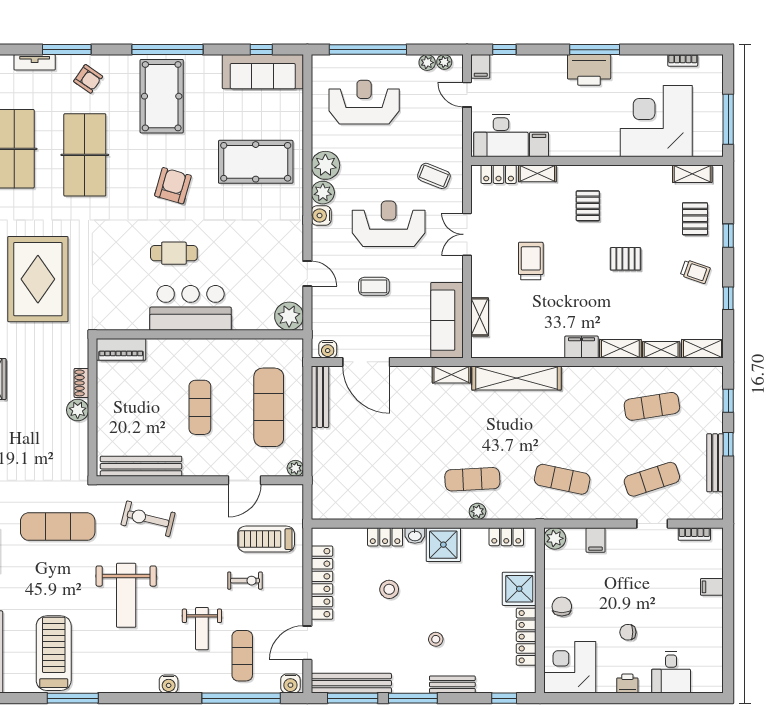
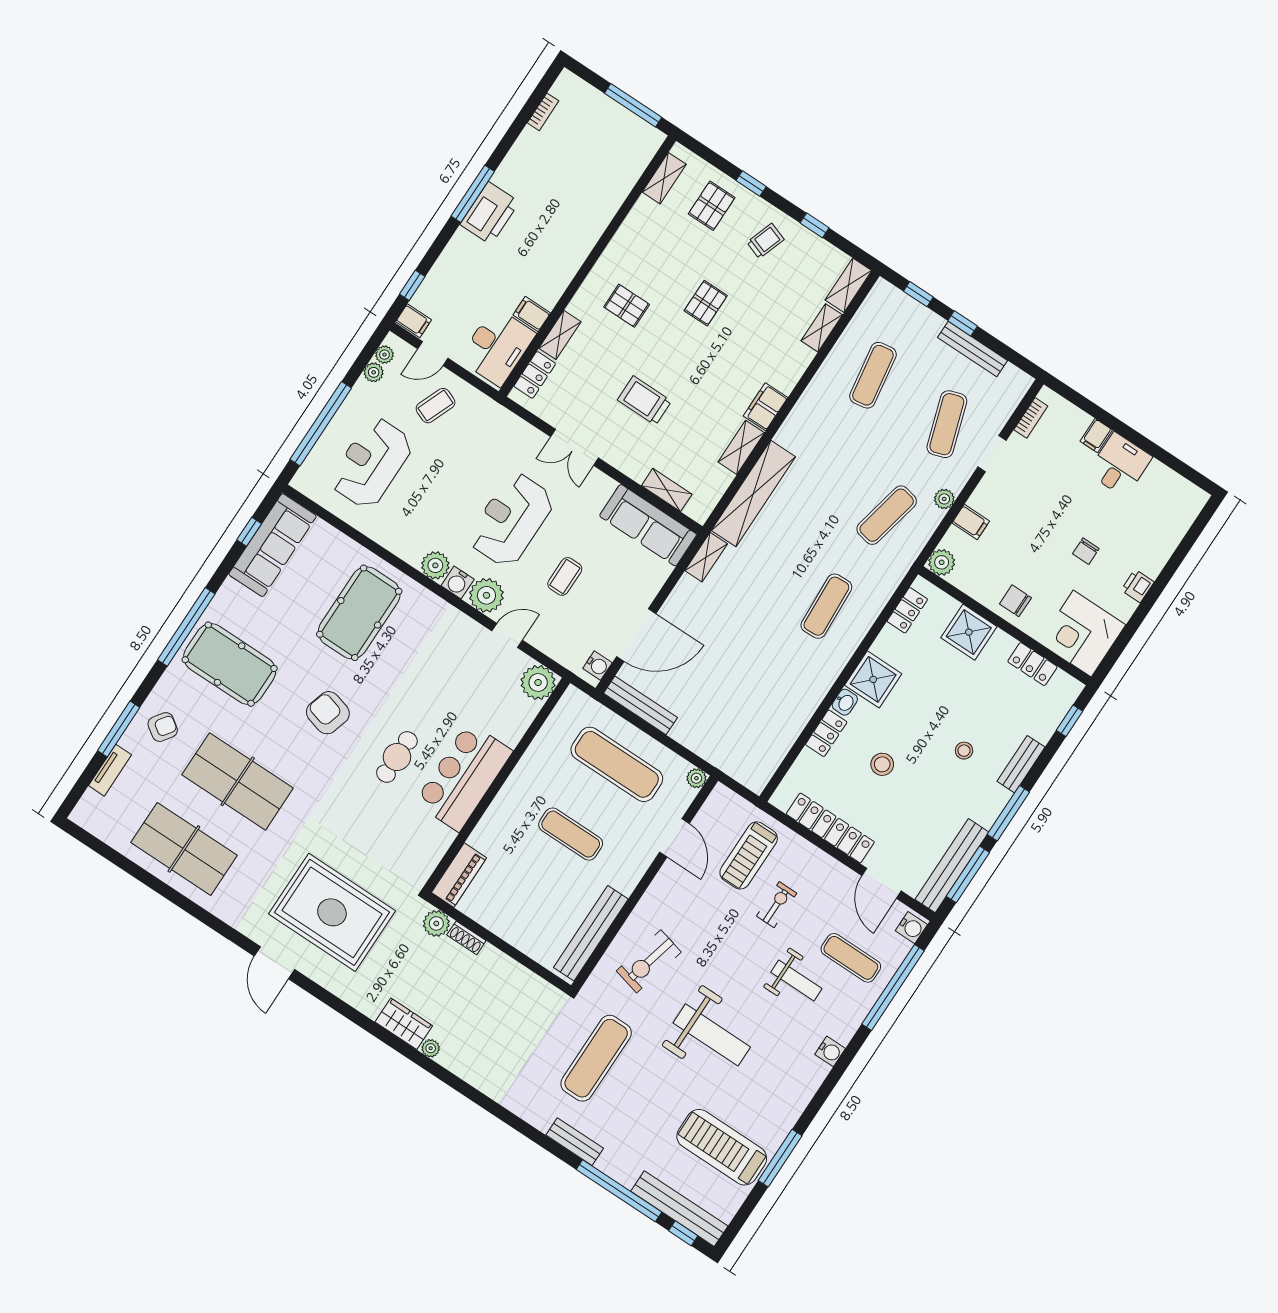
corner desk: (656, 121) -> (587, 180), removed
plant: (325, 165) -> (486, 595), moved
coffee table: (434, 176) -> (436, 406), moved
pallet: (695, 219) -> (712, 206), turned 90
shelving: (620, 349) -> (741, 447), moved
plant: (78, 410) -> (436, 923), moved
plant: (478, 511) -> (944, 499), moved
locker: (526, 637) -> (1032, 664), width x0.66
desk: (671, 672) -> (1120, 465), moved, turned -90

